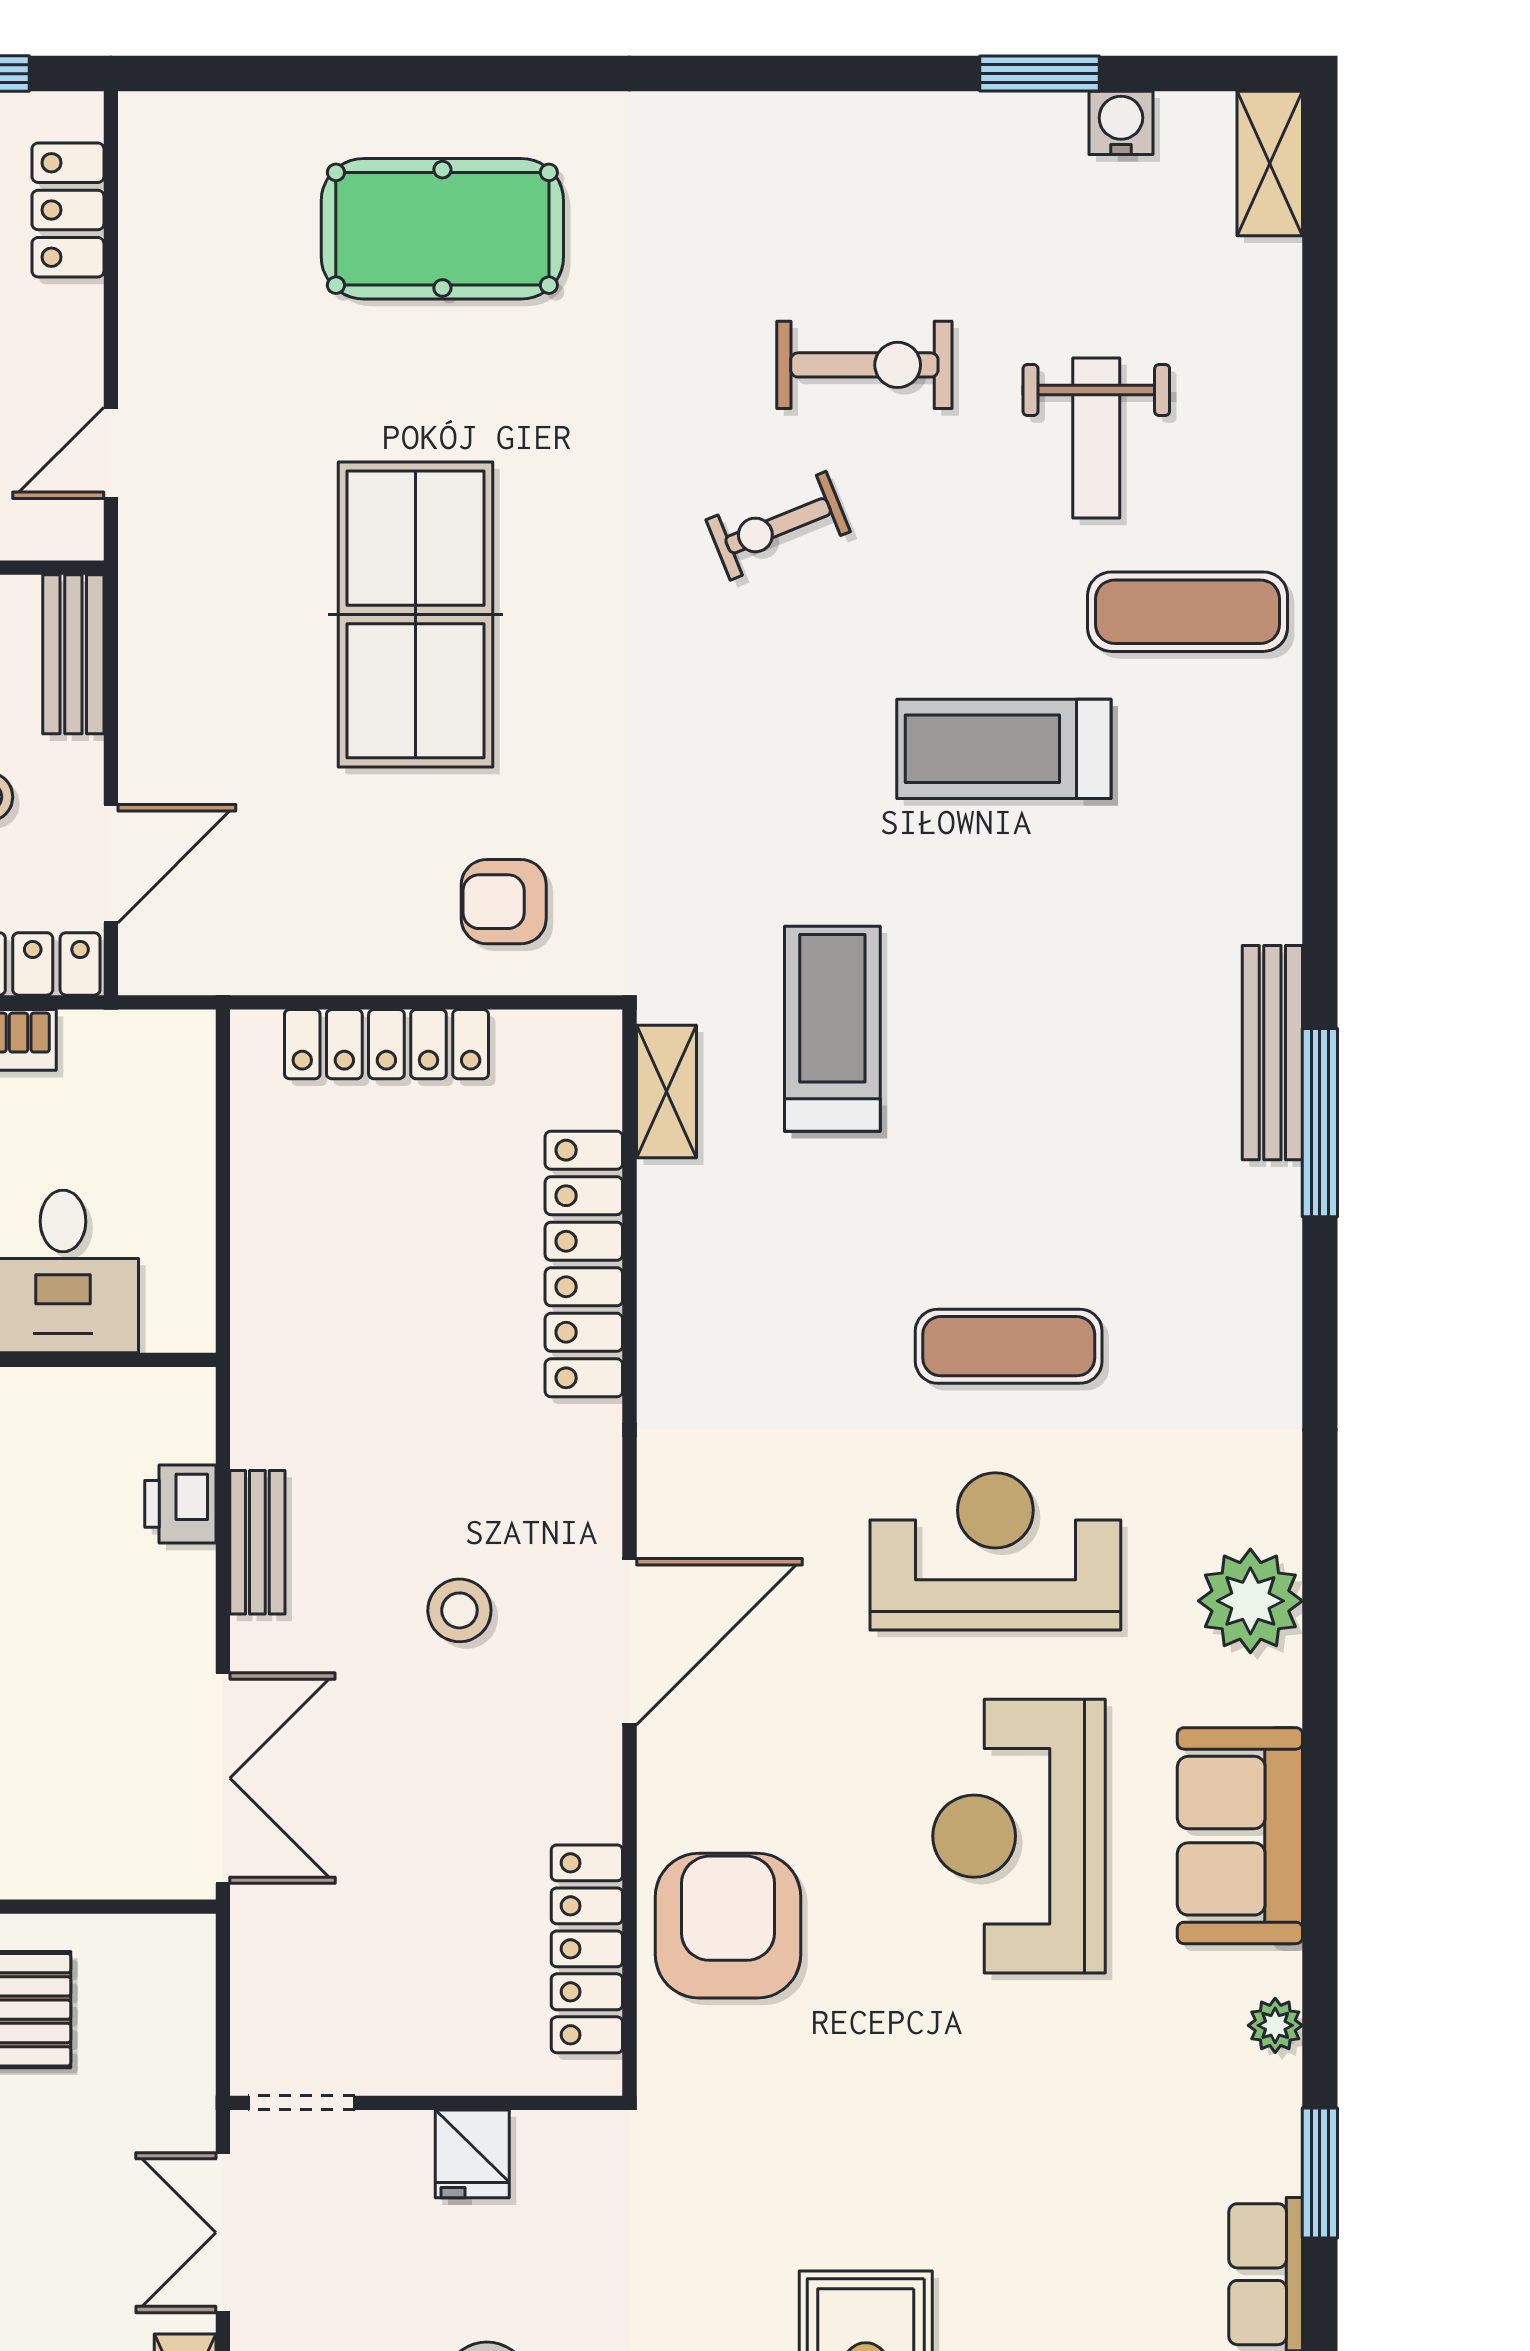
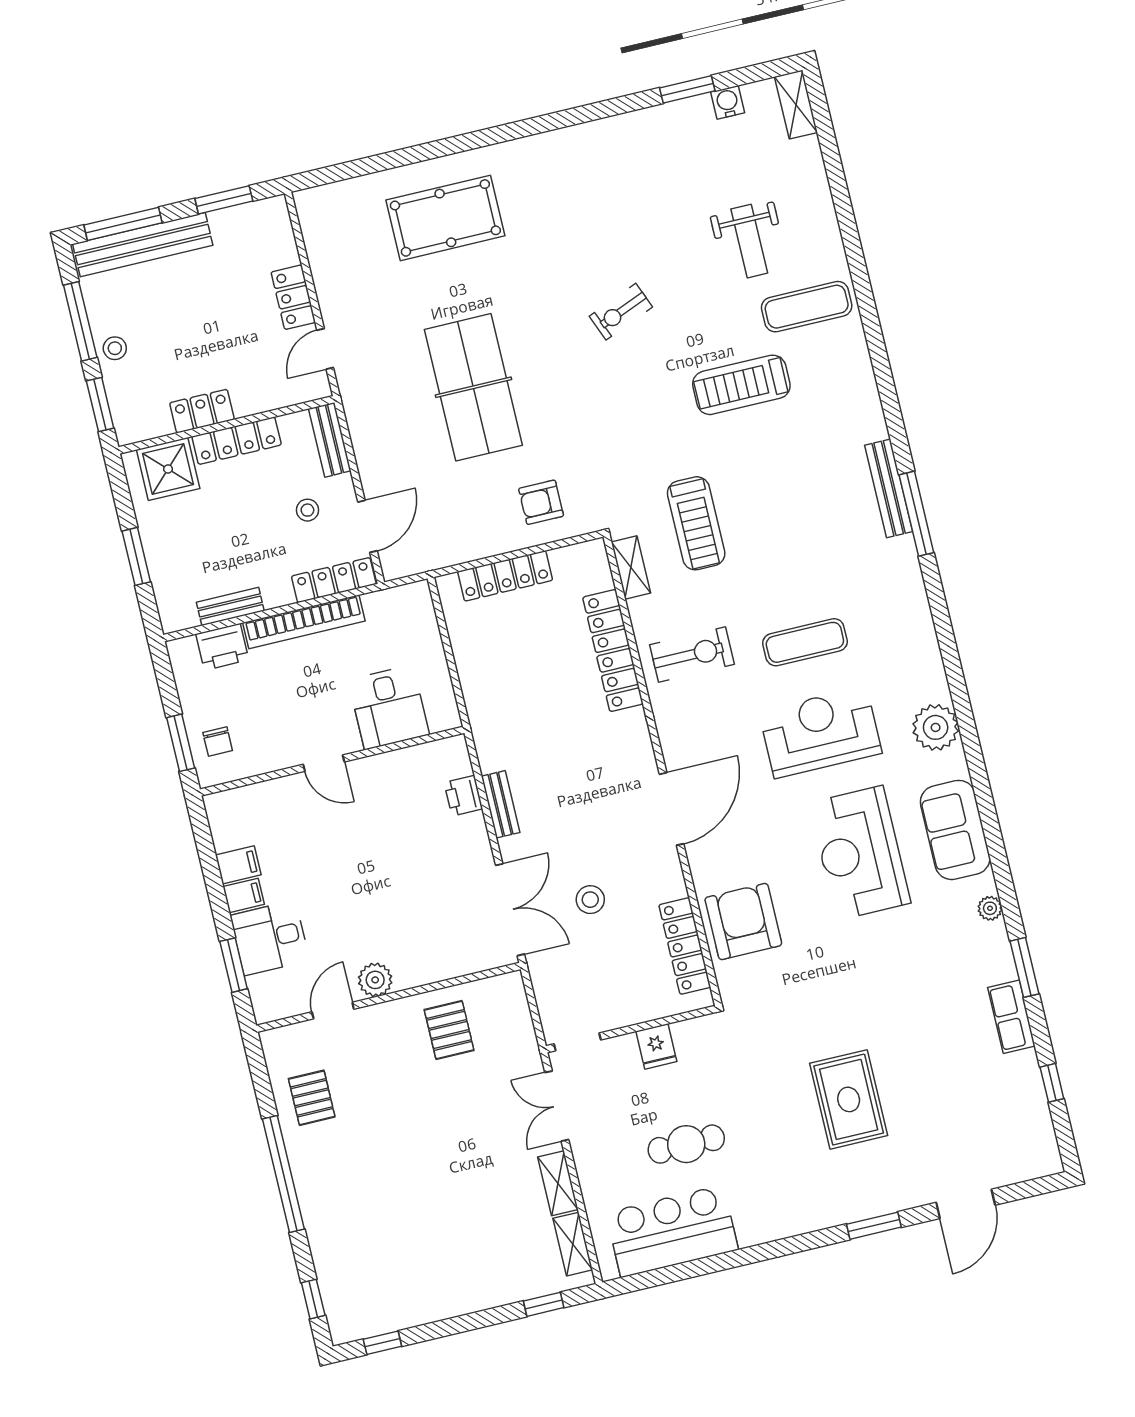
locker: (68, 210) -> (293, 297), moved
exercise bike: (864, 365) -> (692, 655), moved
treadmill: (832, 1029) -> (696, 523), turned 180
stool: (459, 1610) -> (590, 900), moved

